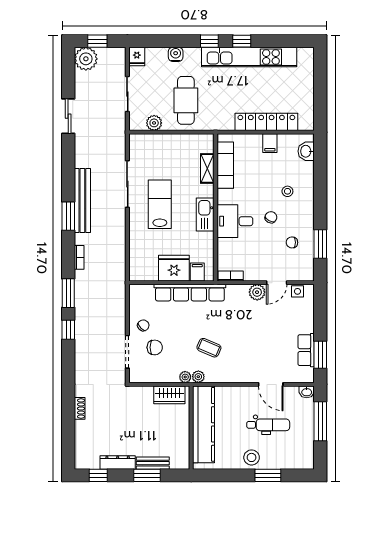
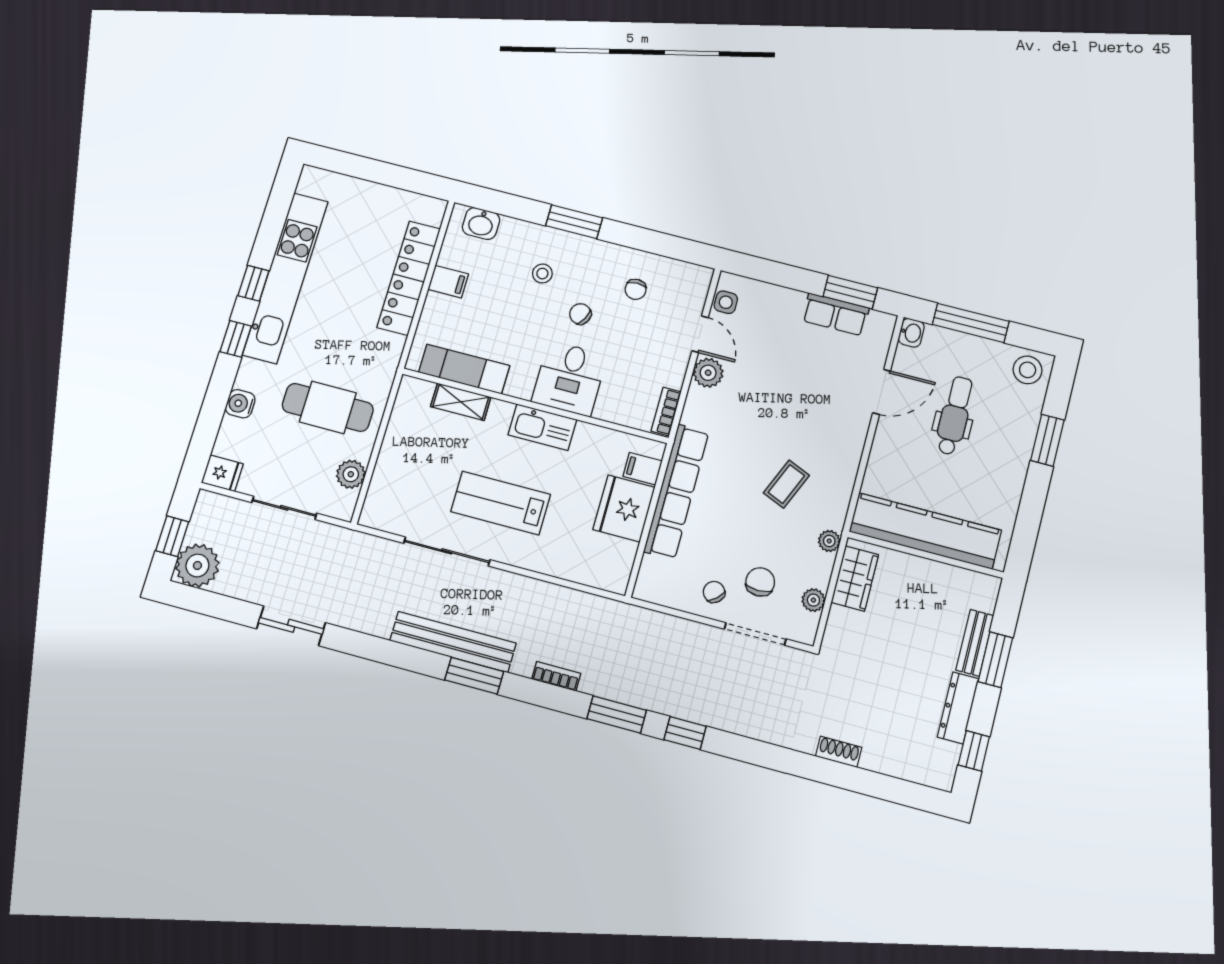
window: (320, 244) -> (574, 222), moved
plant: (198, 377) -> (813, 600), moved
stool: (252, 457) -> (1028, 370), moved

